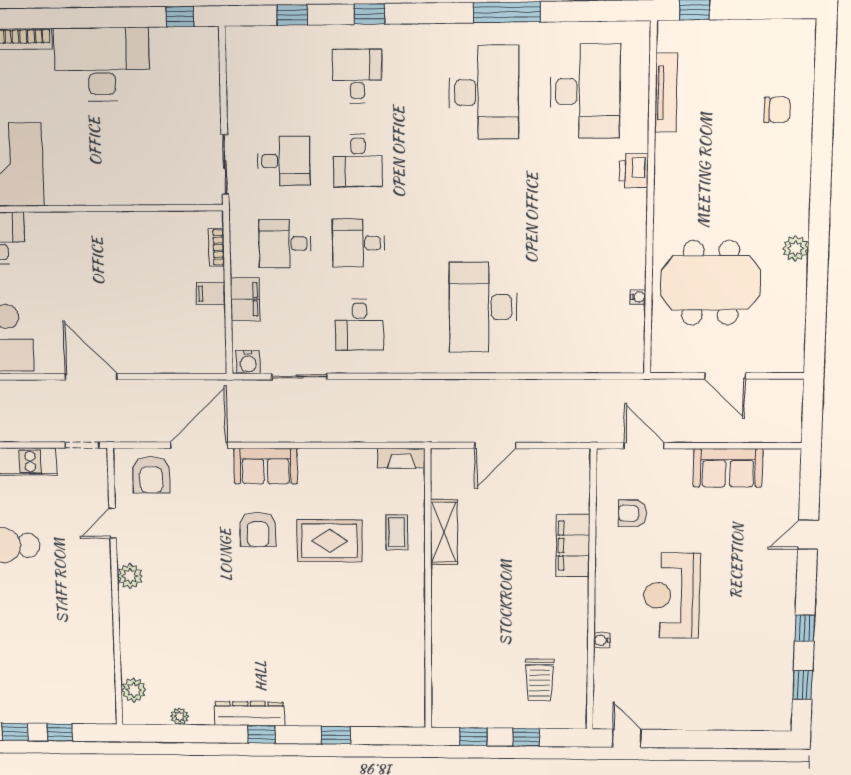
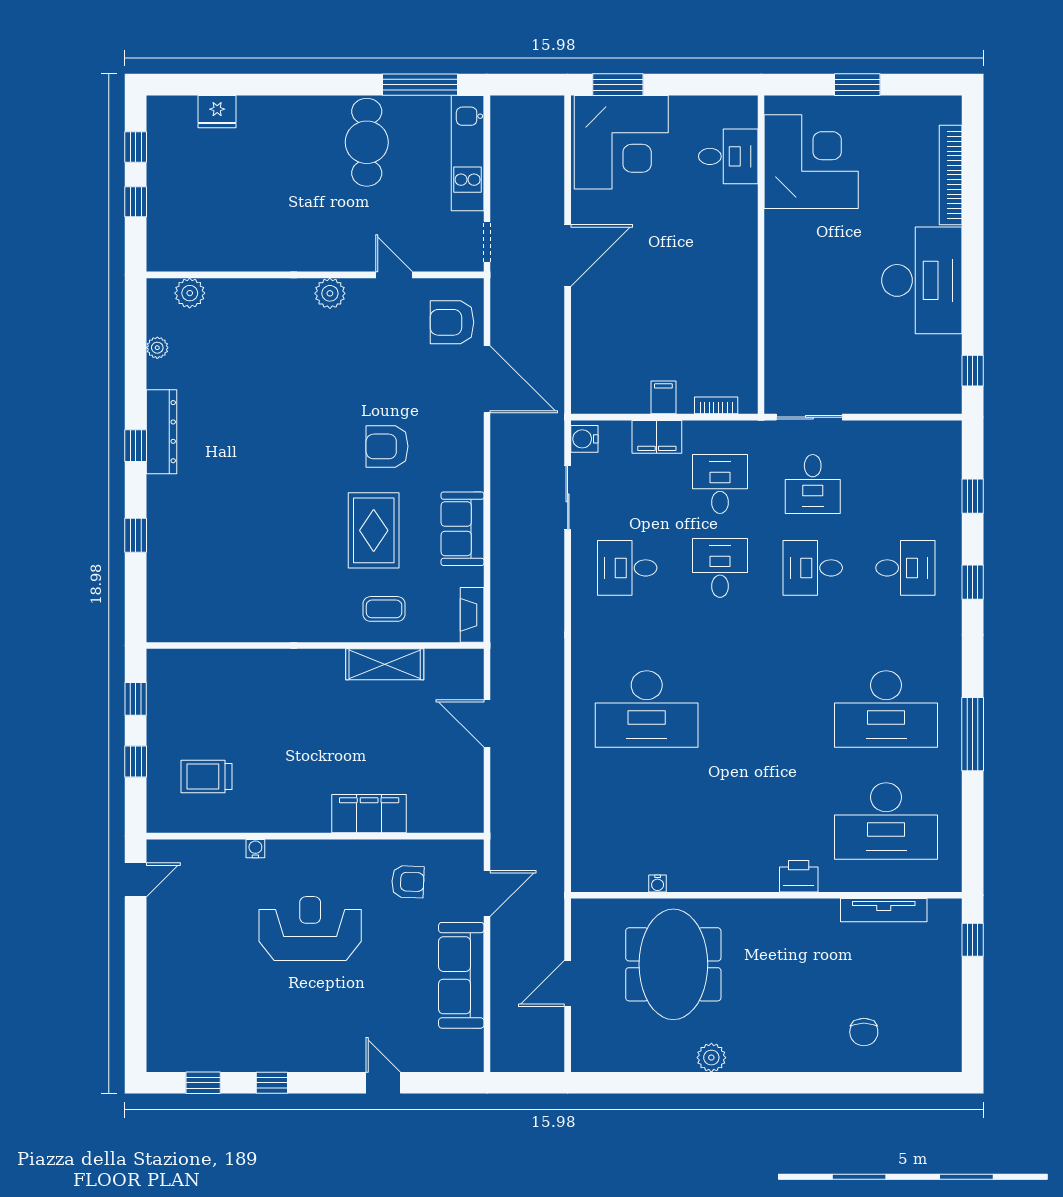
desk: (483, 307) -> (647, 709), turned 180
sofa: (266, 466) -> (463, 529), moved
sofa: (728, 468) -> (461, 975), width x1.36
armchair: (632, 513) -> (408, 882), turned 92

